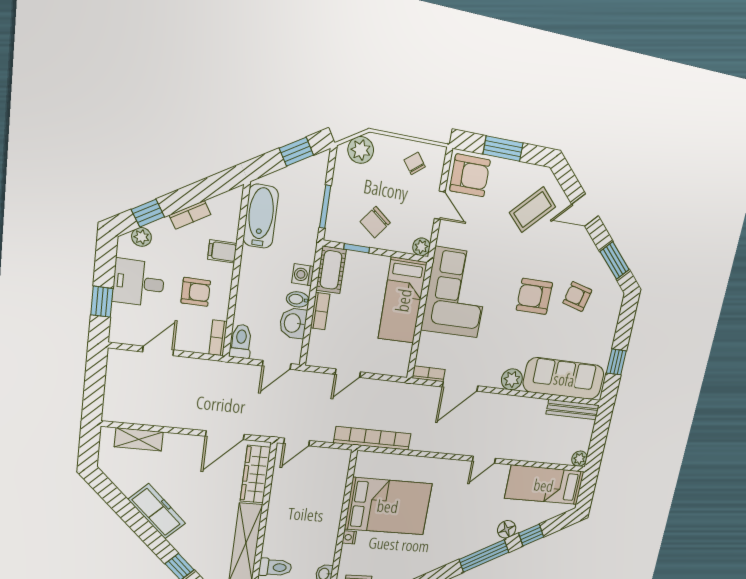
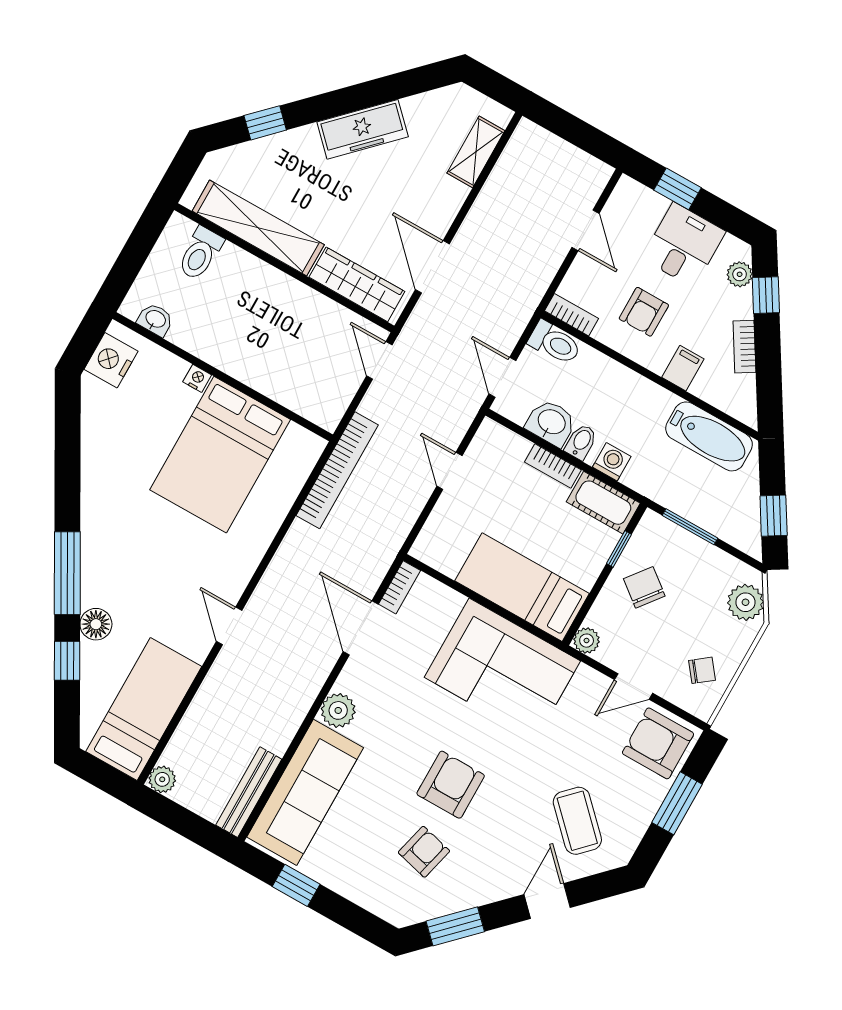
armchair: (470, 175) -> (658, 743), turned 90

